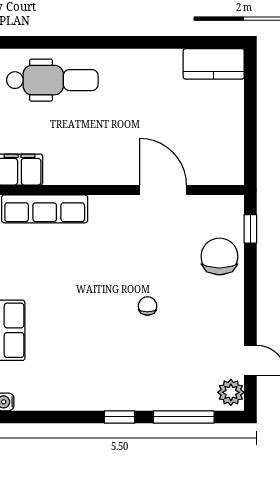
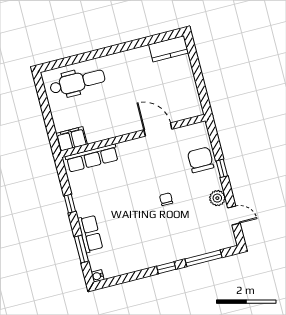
window: (250, 229) -> (222, 168), moved
plant: (231, 392) -> (217, 198), moved

